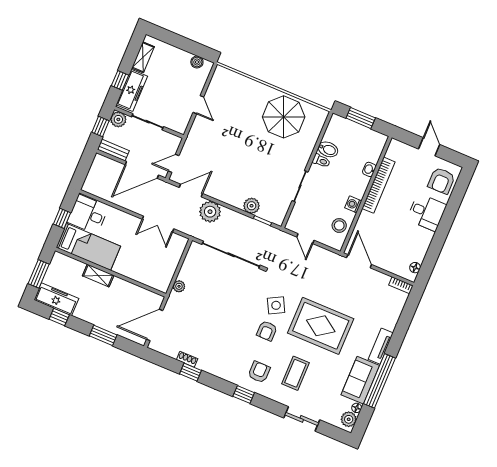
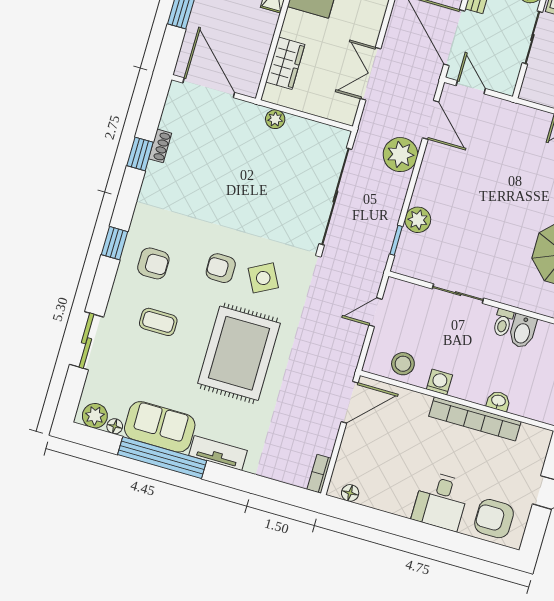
wardrobe: (145, 276) -> (285, 63), added
coffee table: (295, 373) -> (158, 322), width x0.73, depth x0.77

